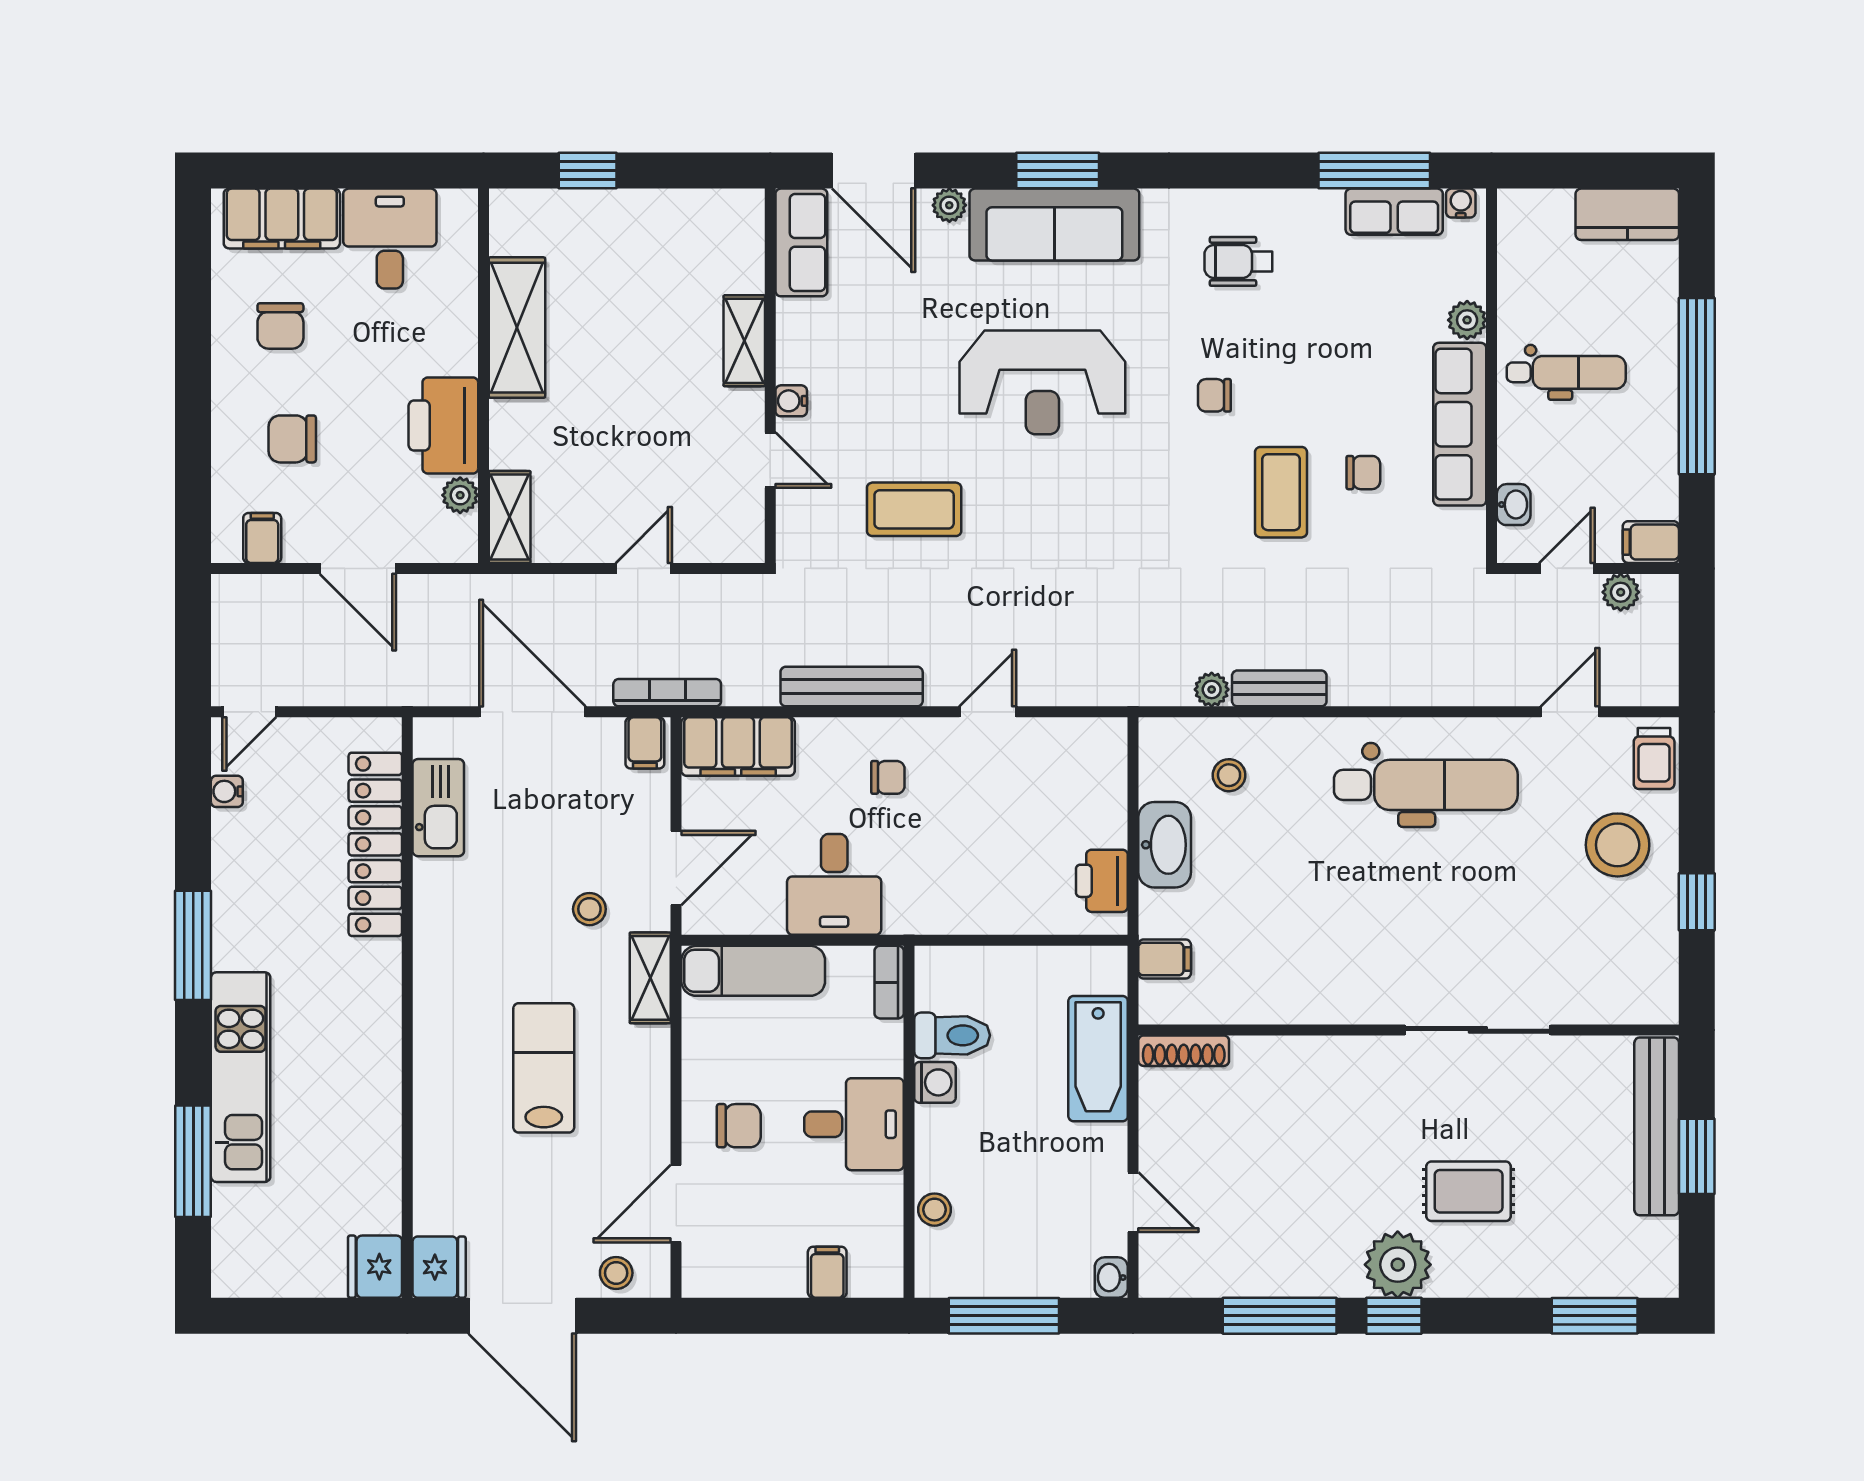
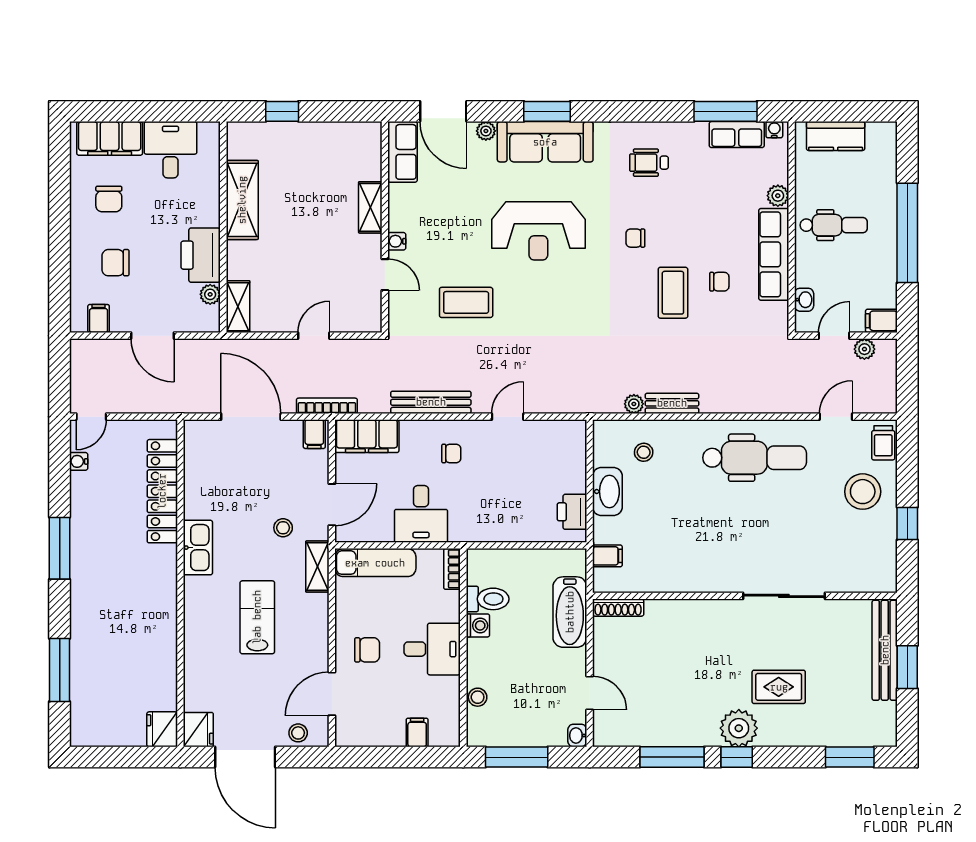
kitchen counter: (1627, 214) -> (836, 136), moved
kitchen sink: (438, 808) -> (198, 548), moved
kitchen unit: (241, 1077) -> (86, 622), removed

